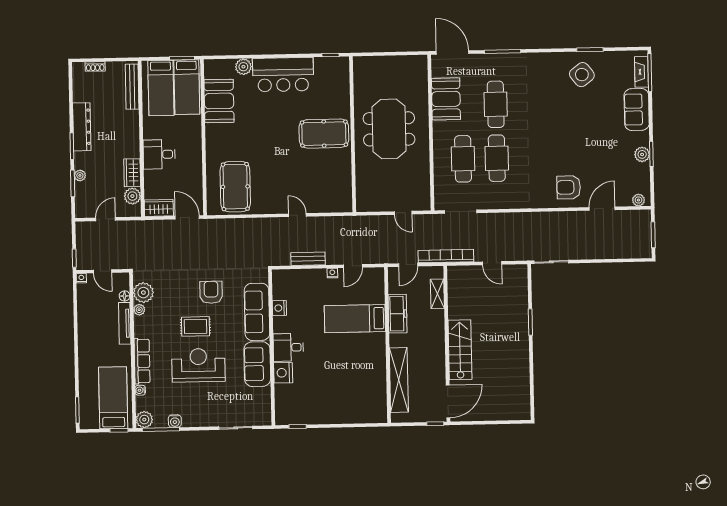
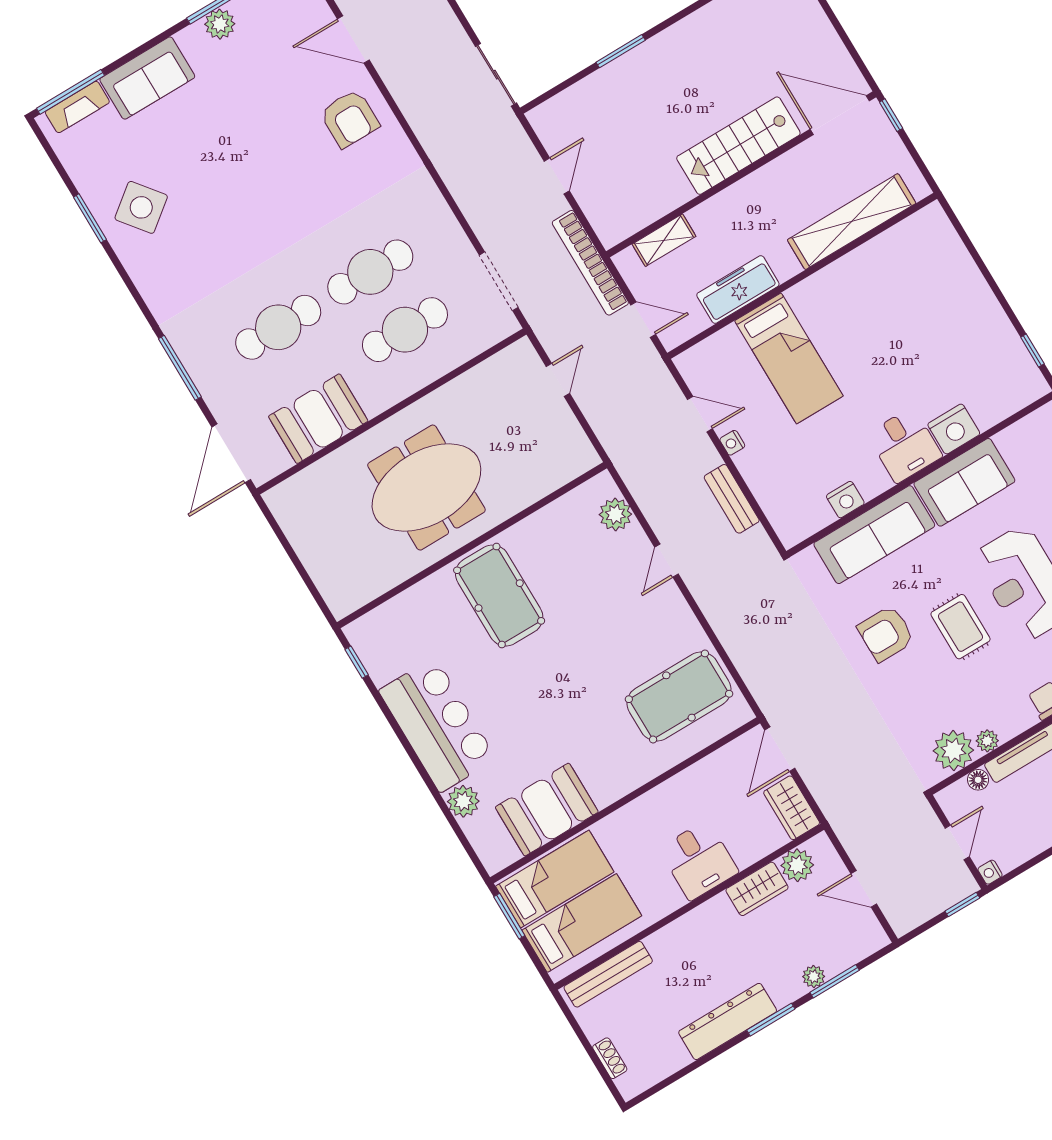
plant: (330, 204) -> (615, 514), added

